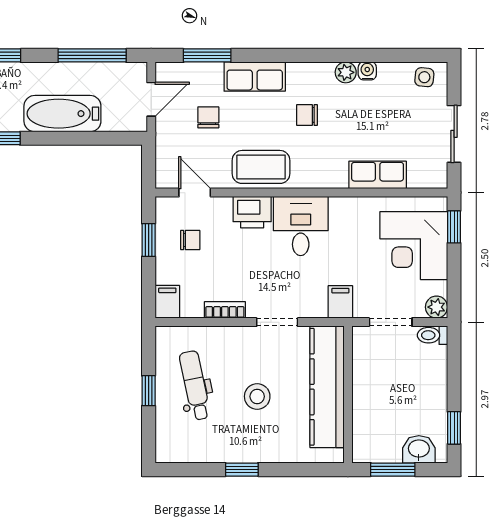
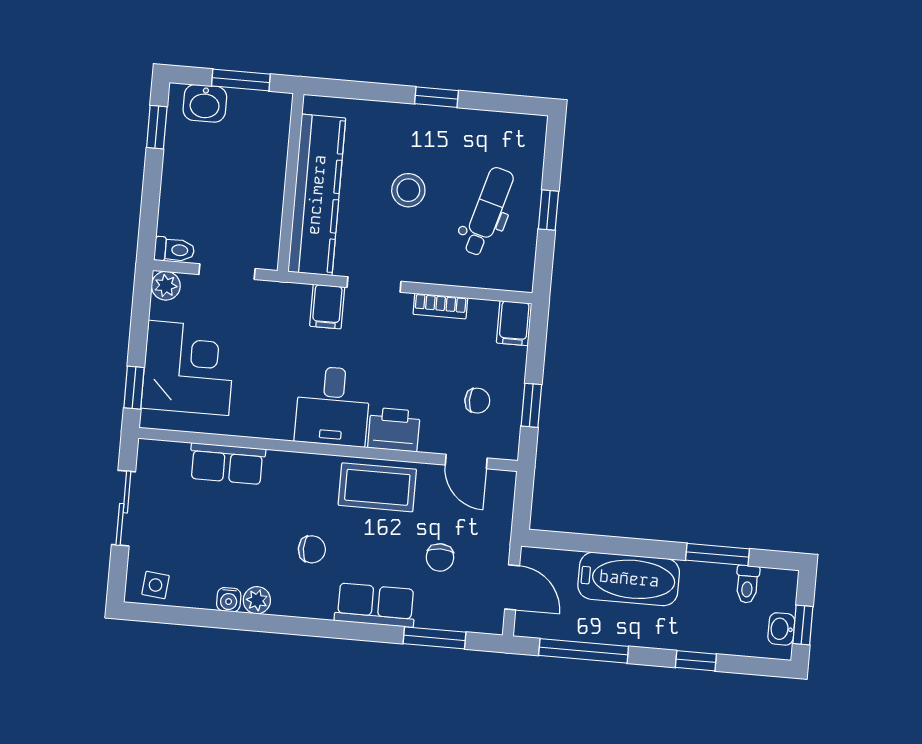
door: (151, 99) -> (512, 587), swing flipped
chair: (190, 240) -> (477, 401), turned 180
filing cabinet: (340, 302) -> (327, 307), moved
dental chair: (195, 385) -> (488, 212), turned -152

